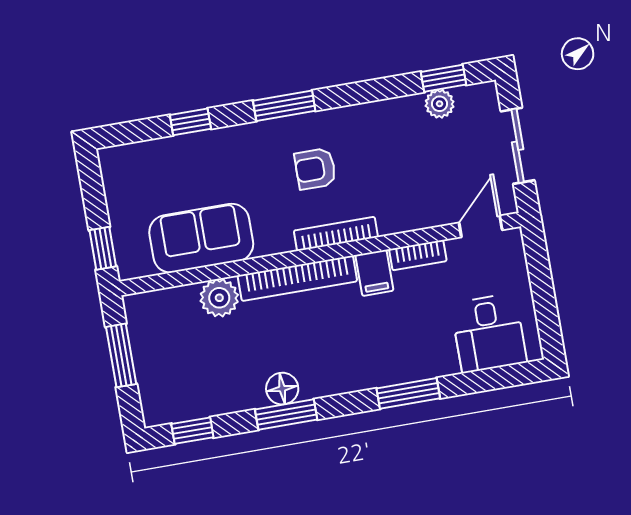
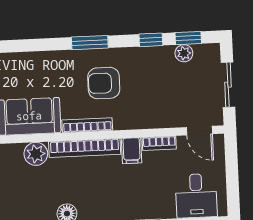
window: (190, 122) -> (151, 40), moved
armchair: (315, 169) -> (104, 83), width x1.38, depth x1.38
door: (481, 226) -> (199, 131), swing flipped
bookcase: (336, 234) -> (87, 125), moved

